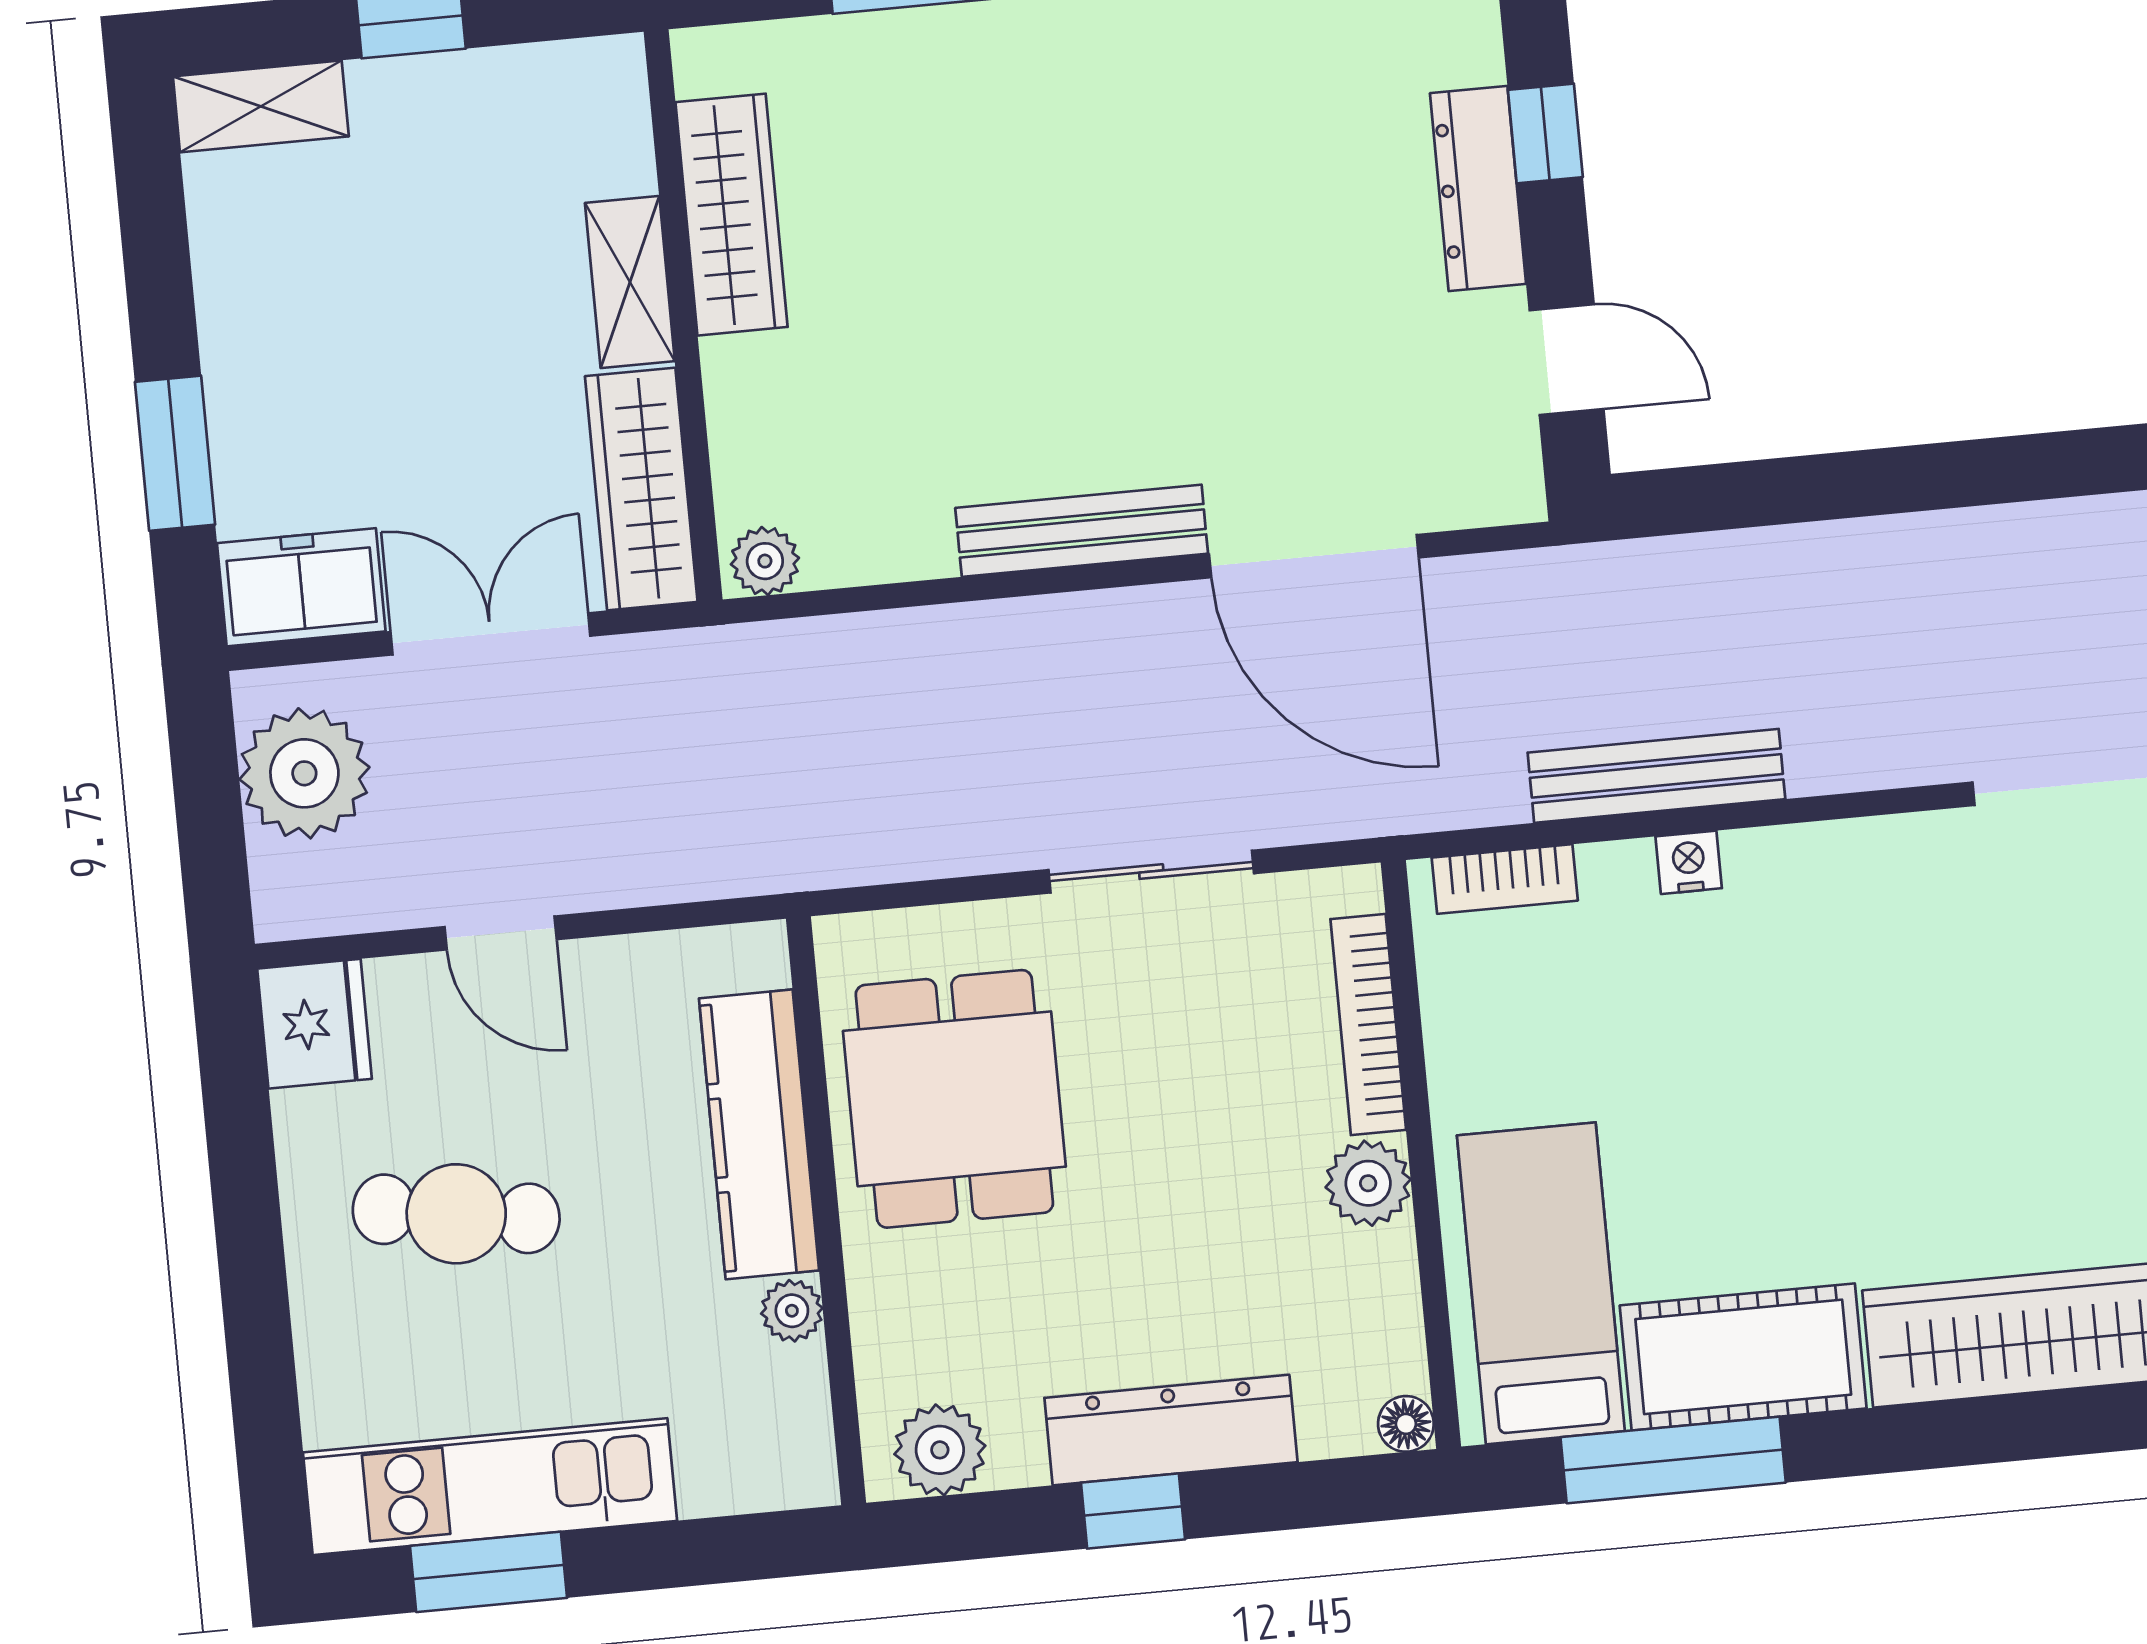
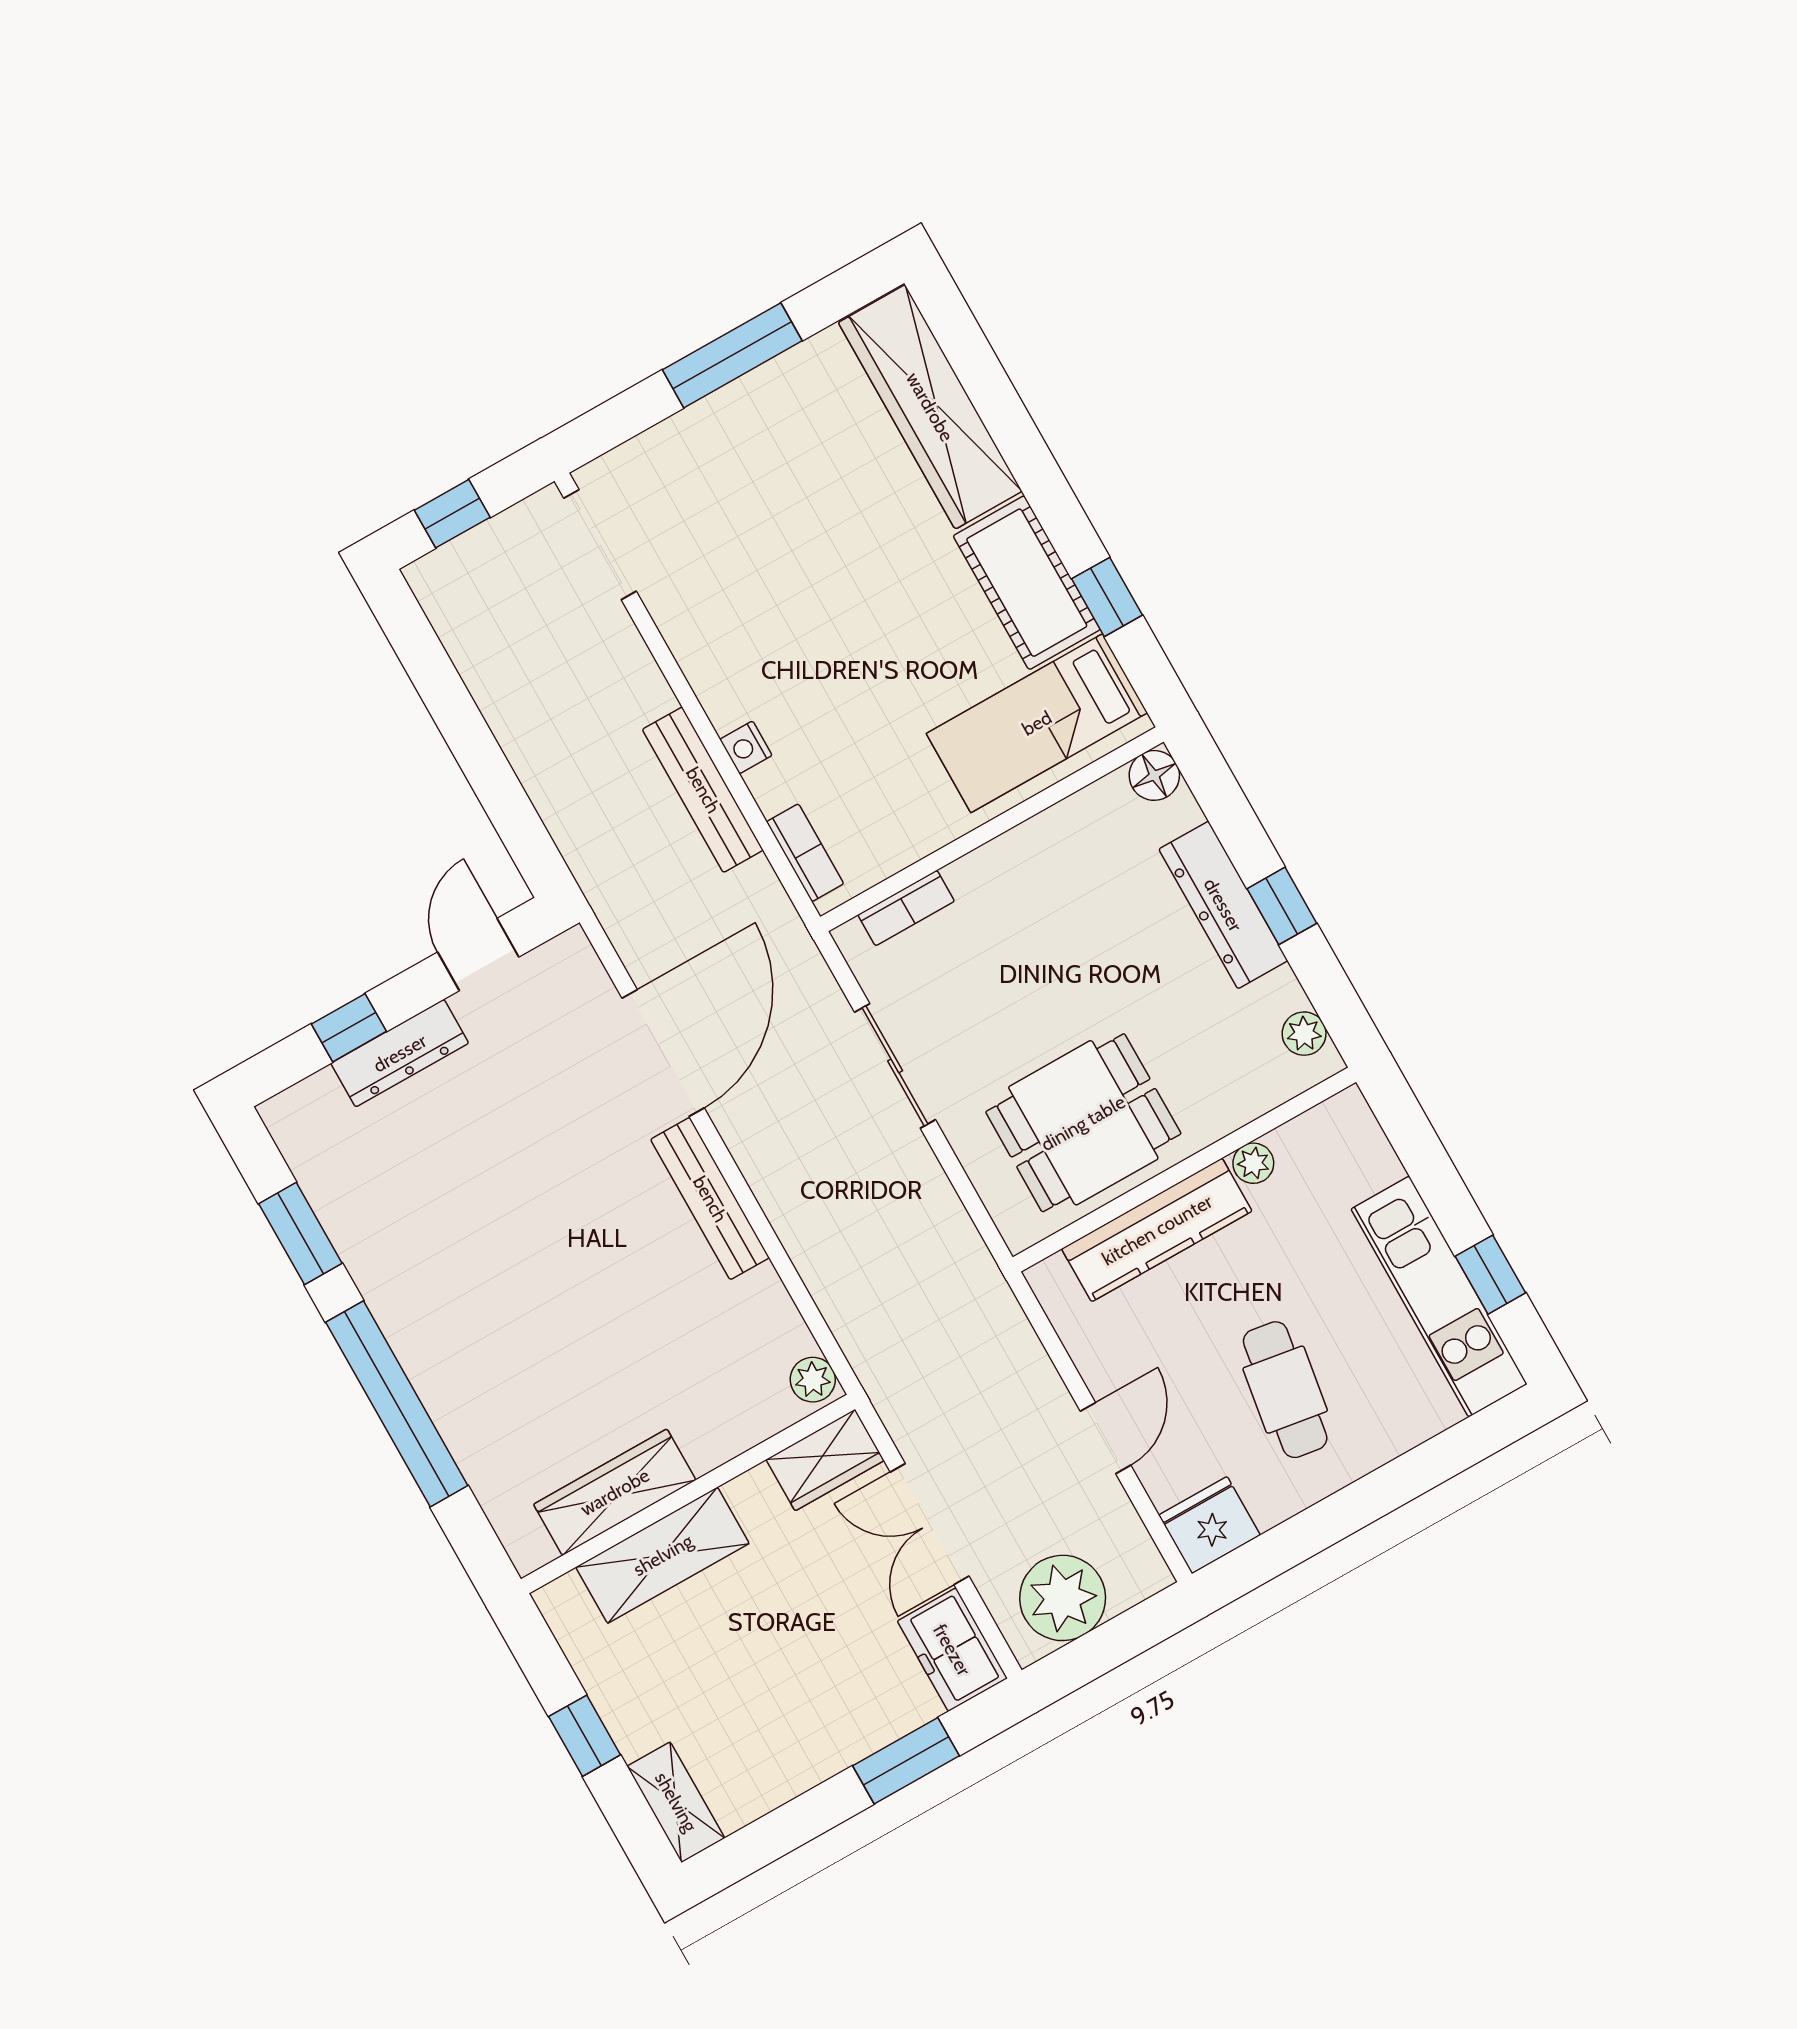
shelving: (630, 282) -> (663, 1555), width x1.50, depth x1.33
wardrobe: (641, 489) -> (825, 1460), width x0.67
bookcase: (1368, 1024) -> (906, 908), width x0.64
plant: (1368, 1183) -> (1023, 853), removed
floor lamp: (1406, 1424) -> (1154, 775), width x1.37, depth x1.37
plant: (940, 1450) -> (1304, 1034), width x0.73, depth x0.73
window: (1673, 1460) -> (1107, 597), width x0.46
window: (489, 1572) -> (1490, 1275), width x0.67

